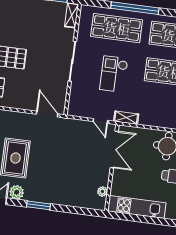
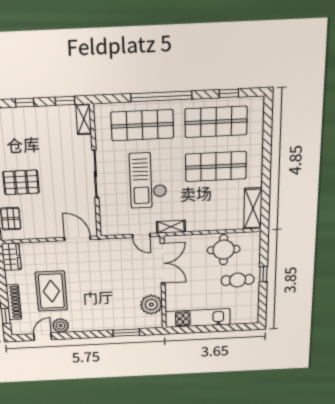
checkout: (114, 74) -> (148, 180), width x1.36, depth x1.21
plant: (102, 191) -> (151, 305), width x1.87, depth x1.87
window: (39, 205) -> (126, 333), moved

